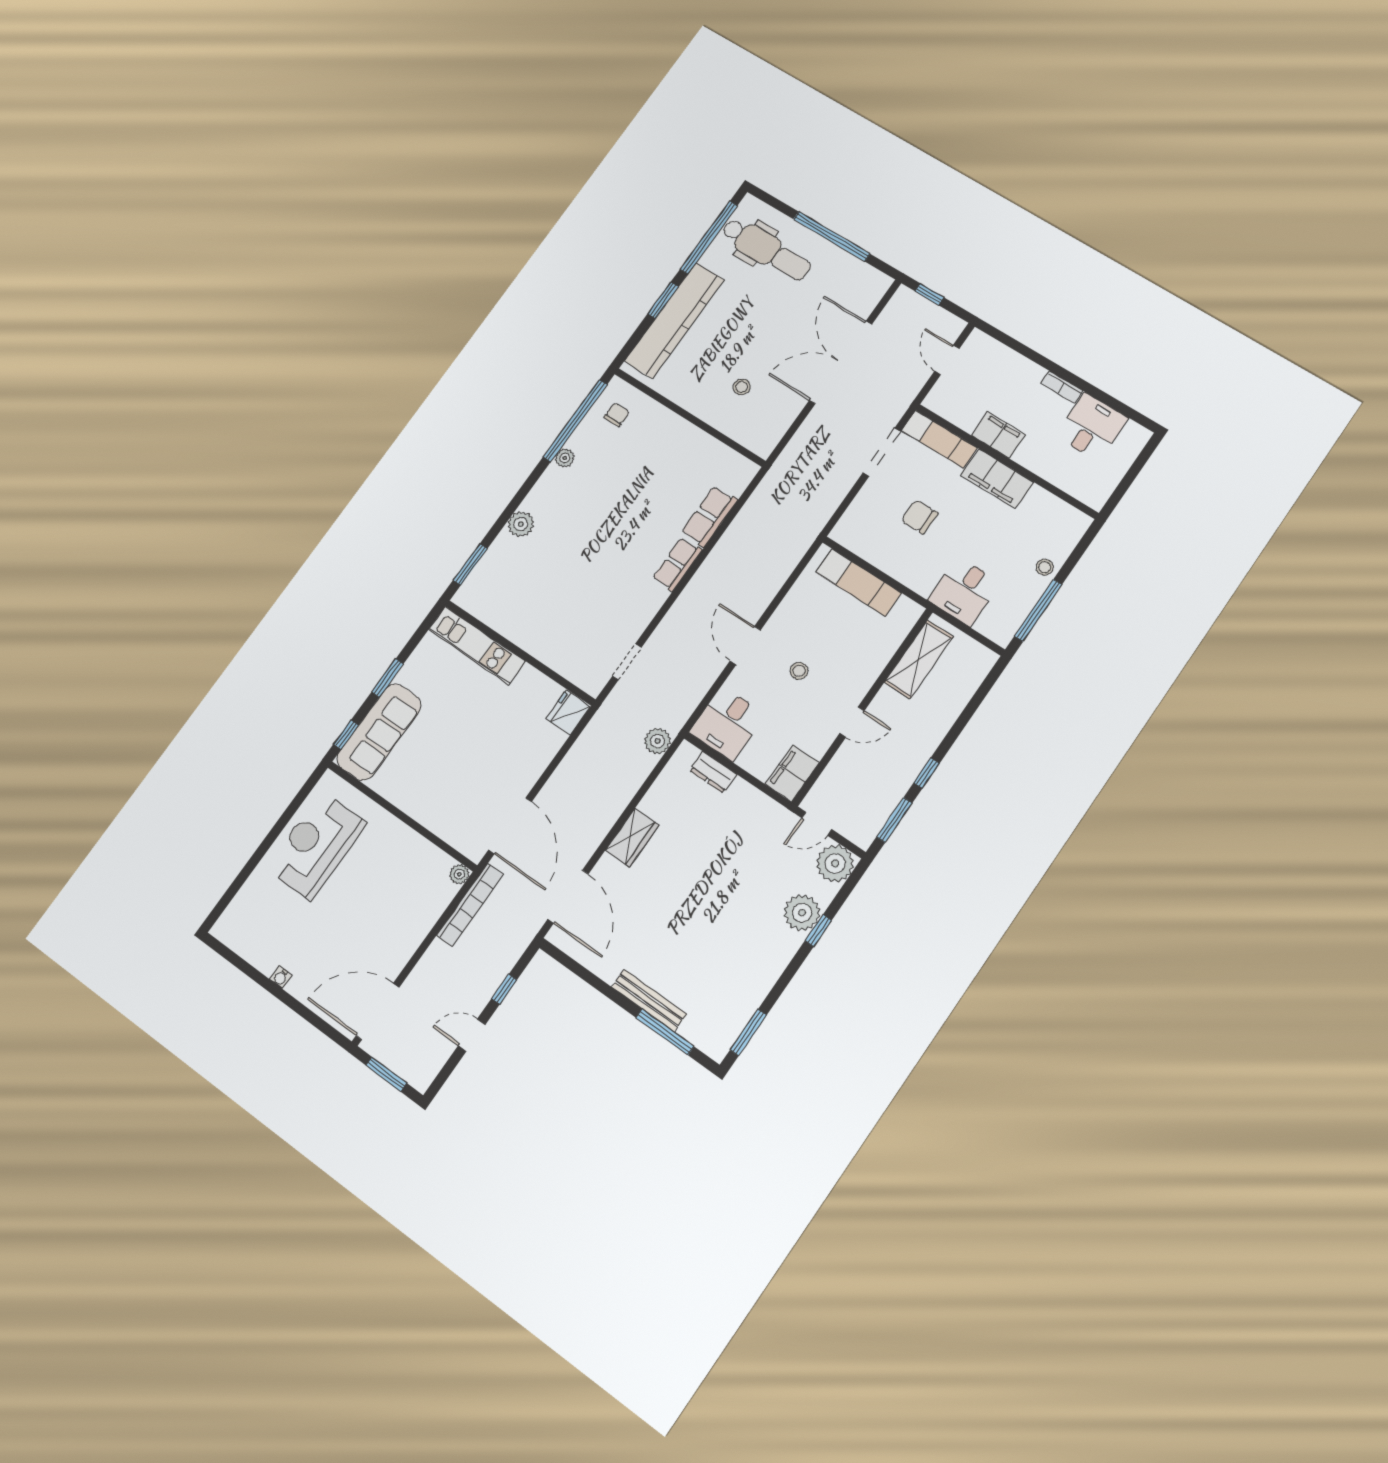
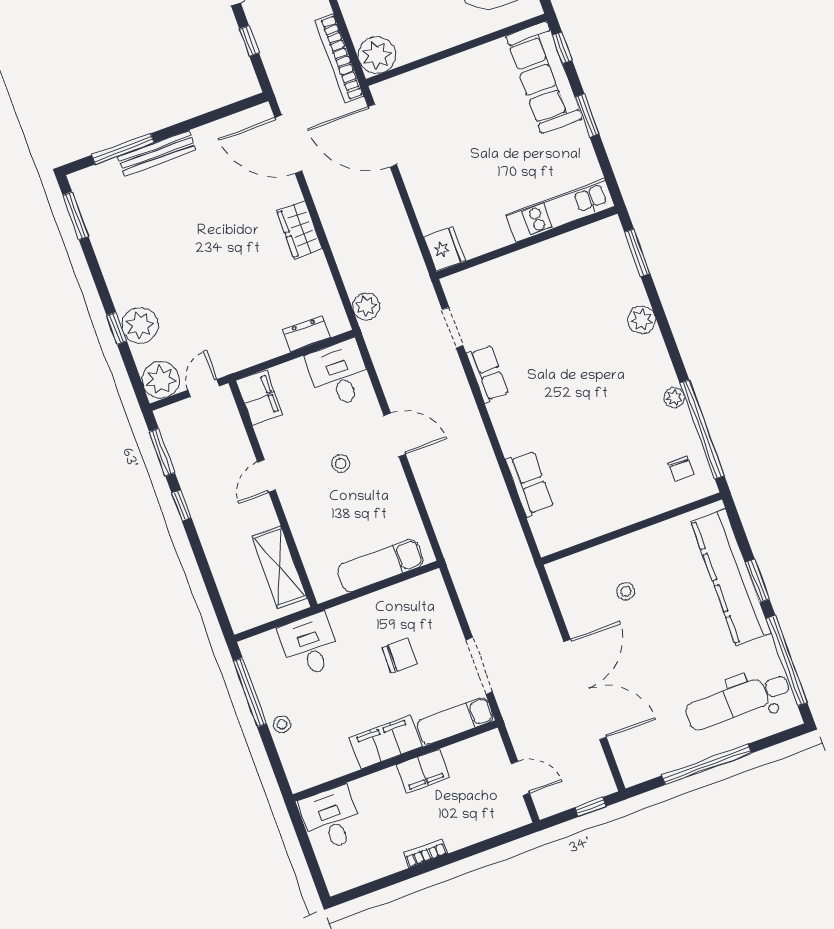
desk: (1092, 427) -> (331, 818), moved, turned 180
row of seats: (677, 564) -> (487, 374), moved
plant: (459, 874) -> (377, 55), width x1.88, depth x1.88

